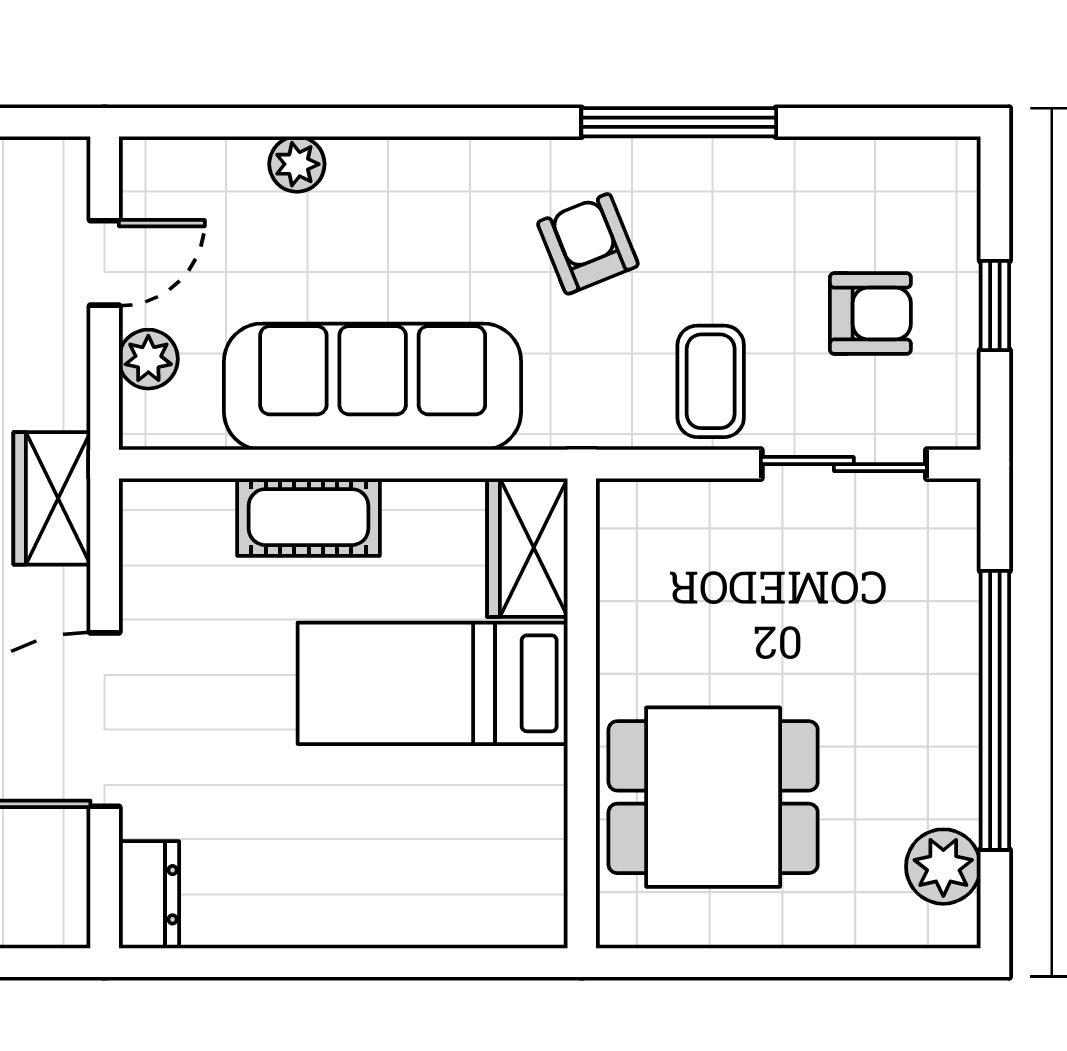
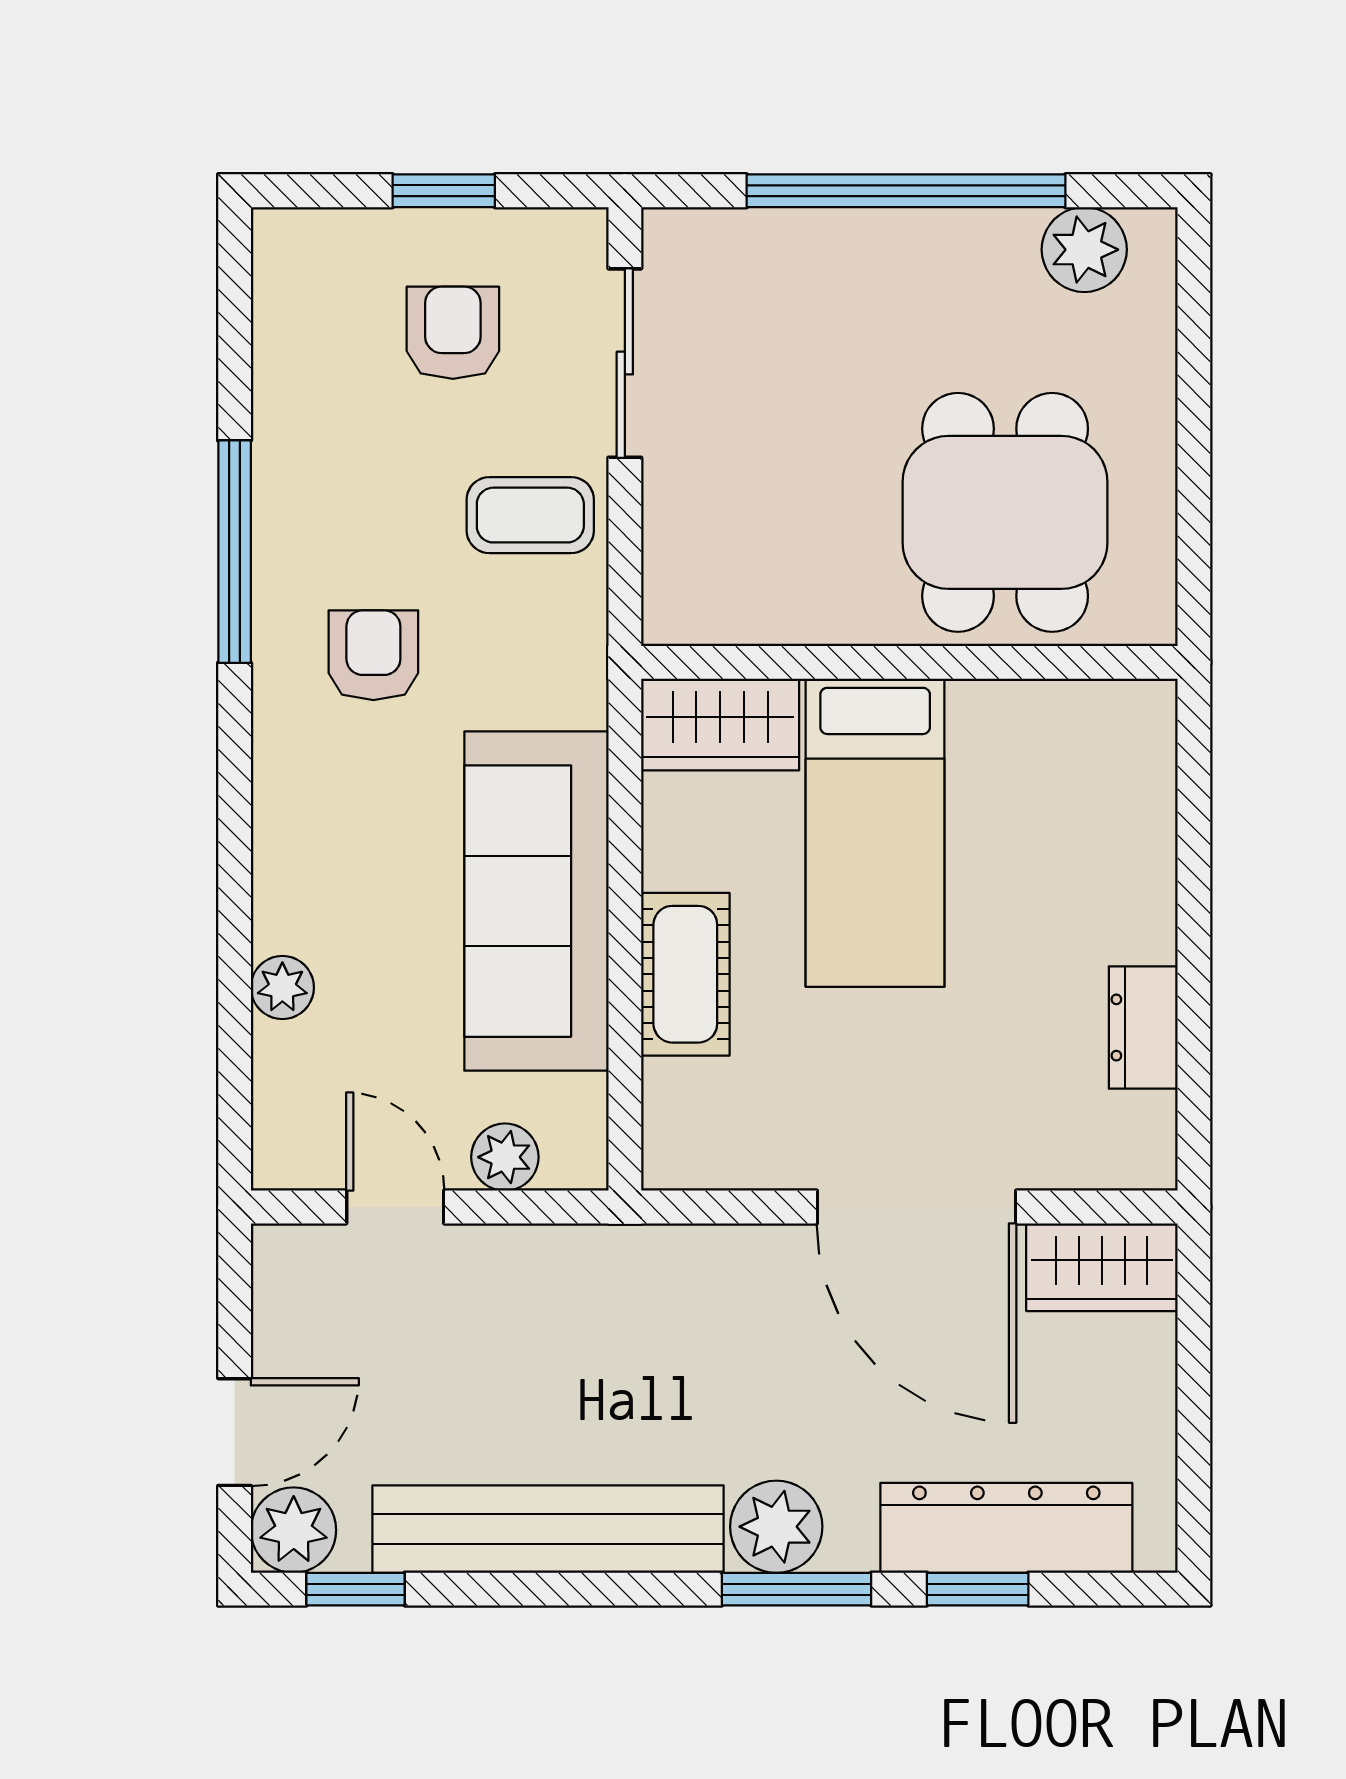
armchair: (588, 244) -> (373, 655), turned 112
wardrobe: (52, 498) -> (1102, 1267), moved
dresser: (149, 895) -> (1143, 1027), moved, turned -90

